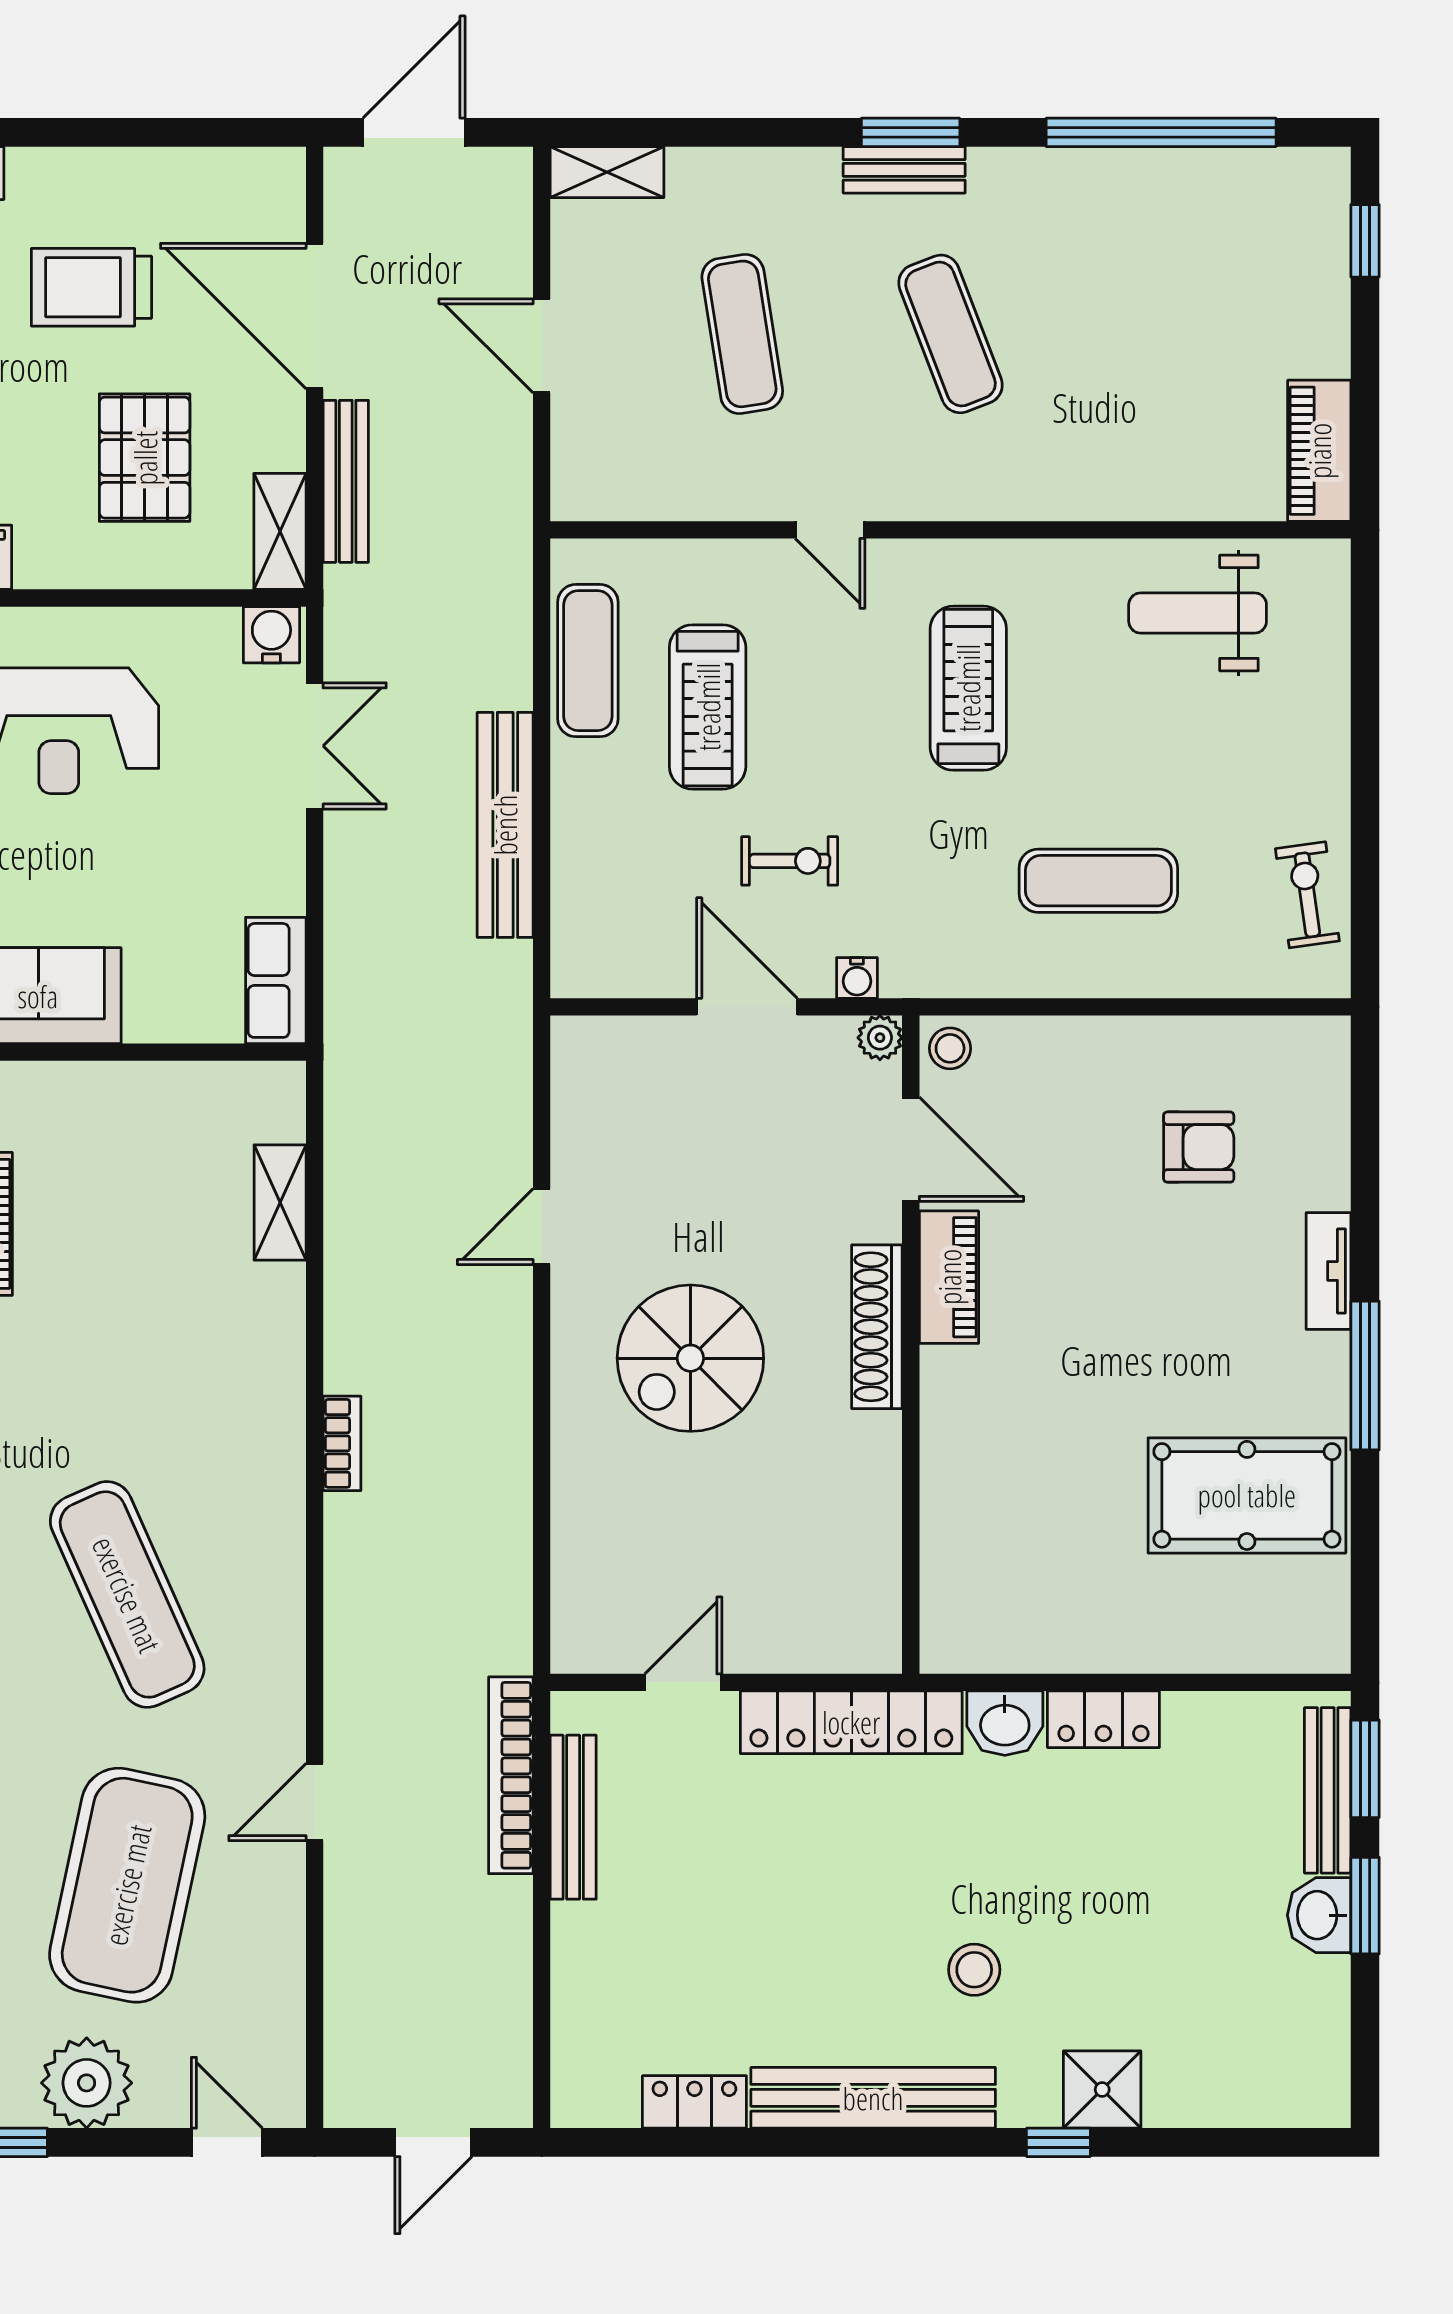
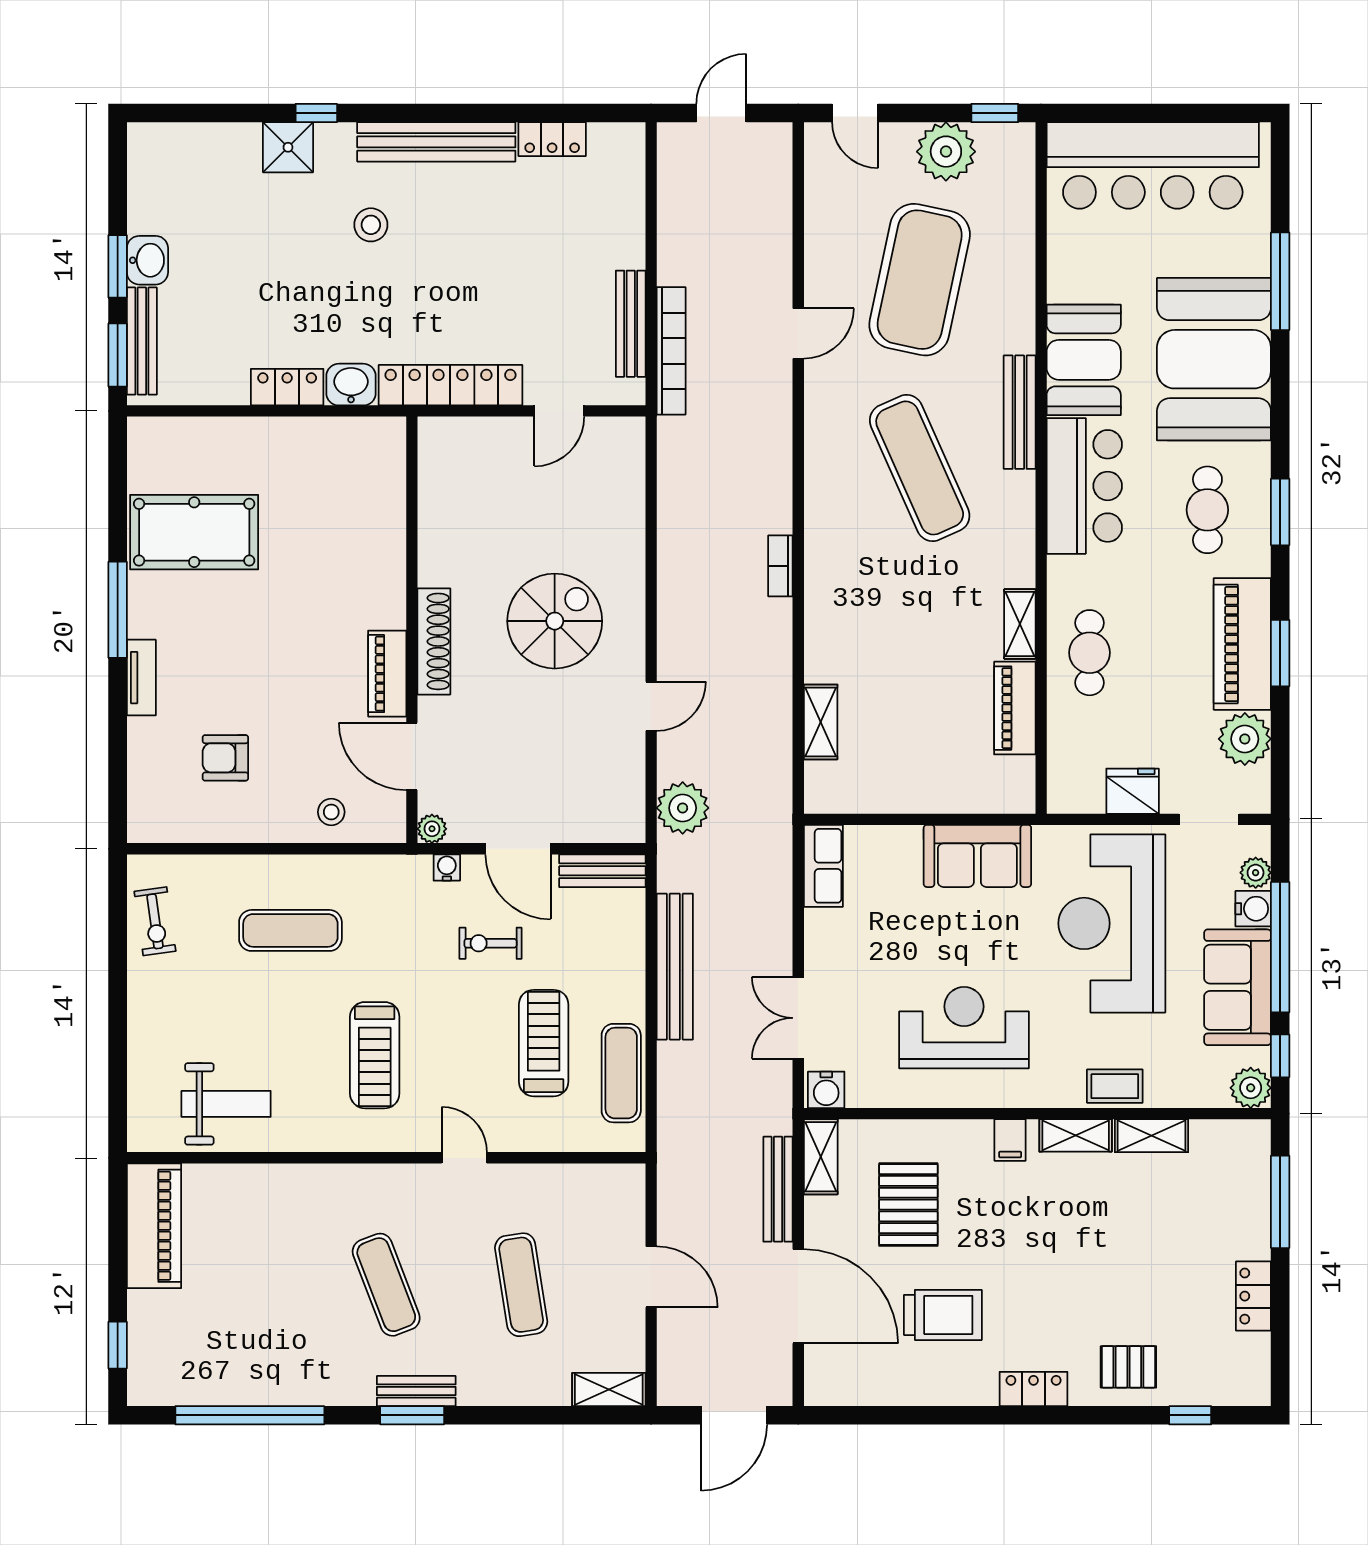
piano: (1319, 451) -> (154, 1226), width x1.37, depth x1.33
bench: (617, 973) -> (602, 871), added
stool: (950, 1048) -> (331, 812), moved
plant: (493, 1070) -> (683, 808), added

